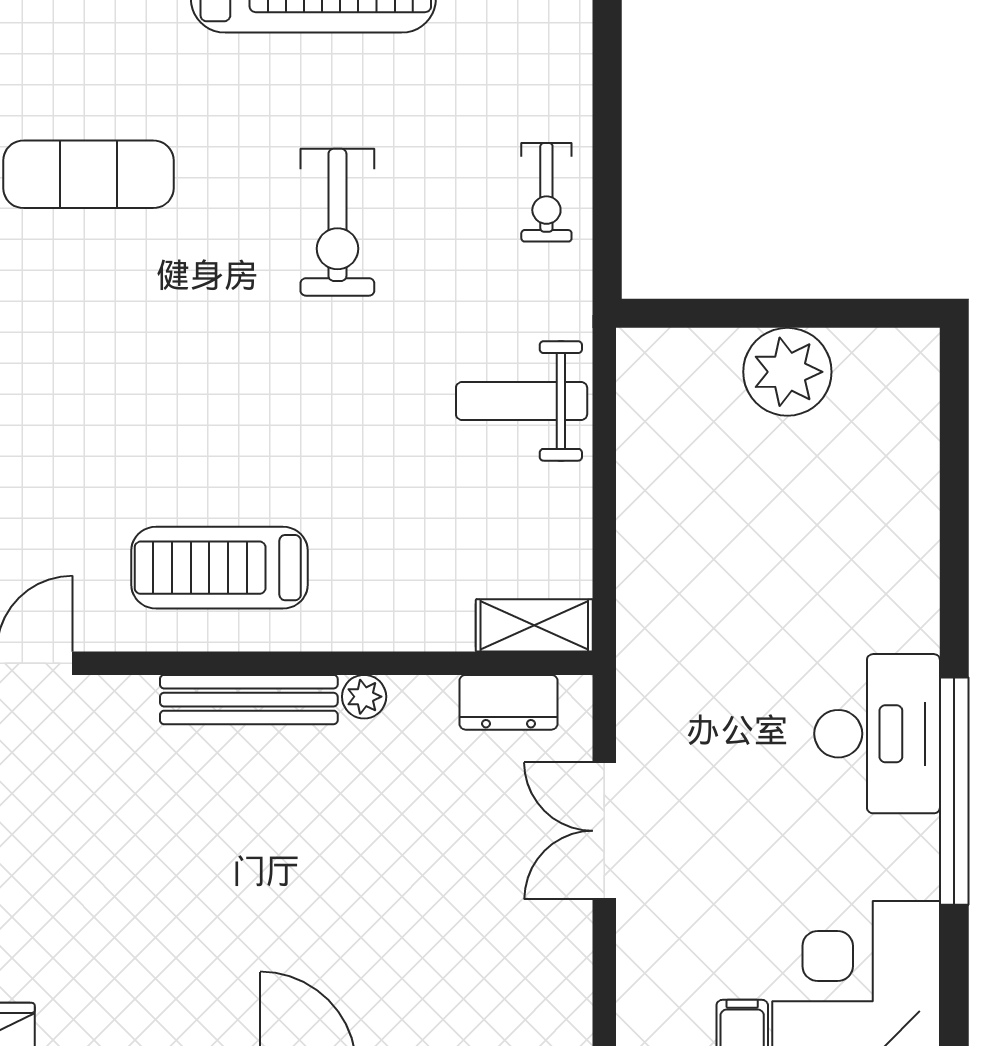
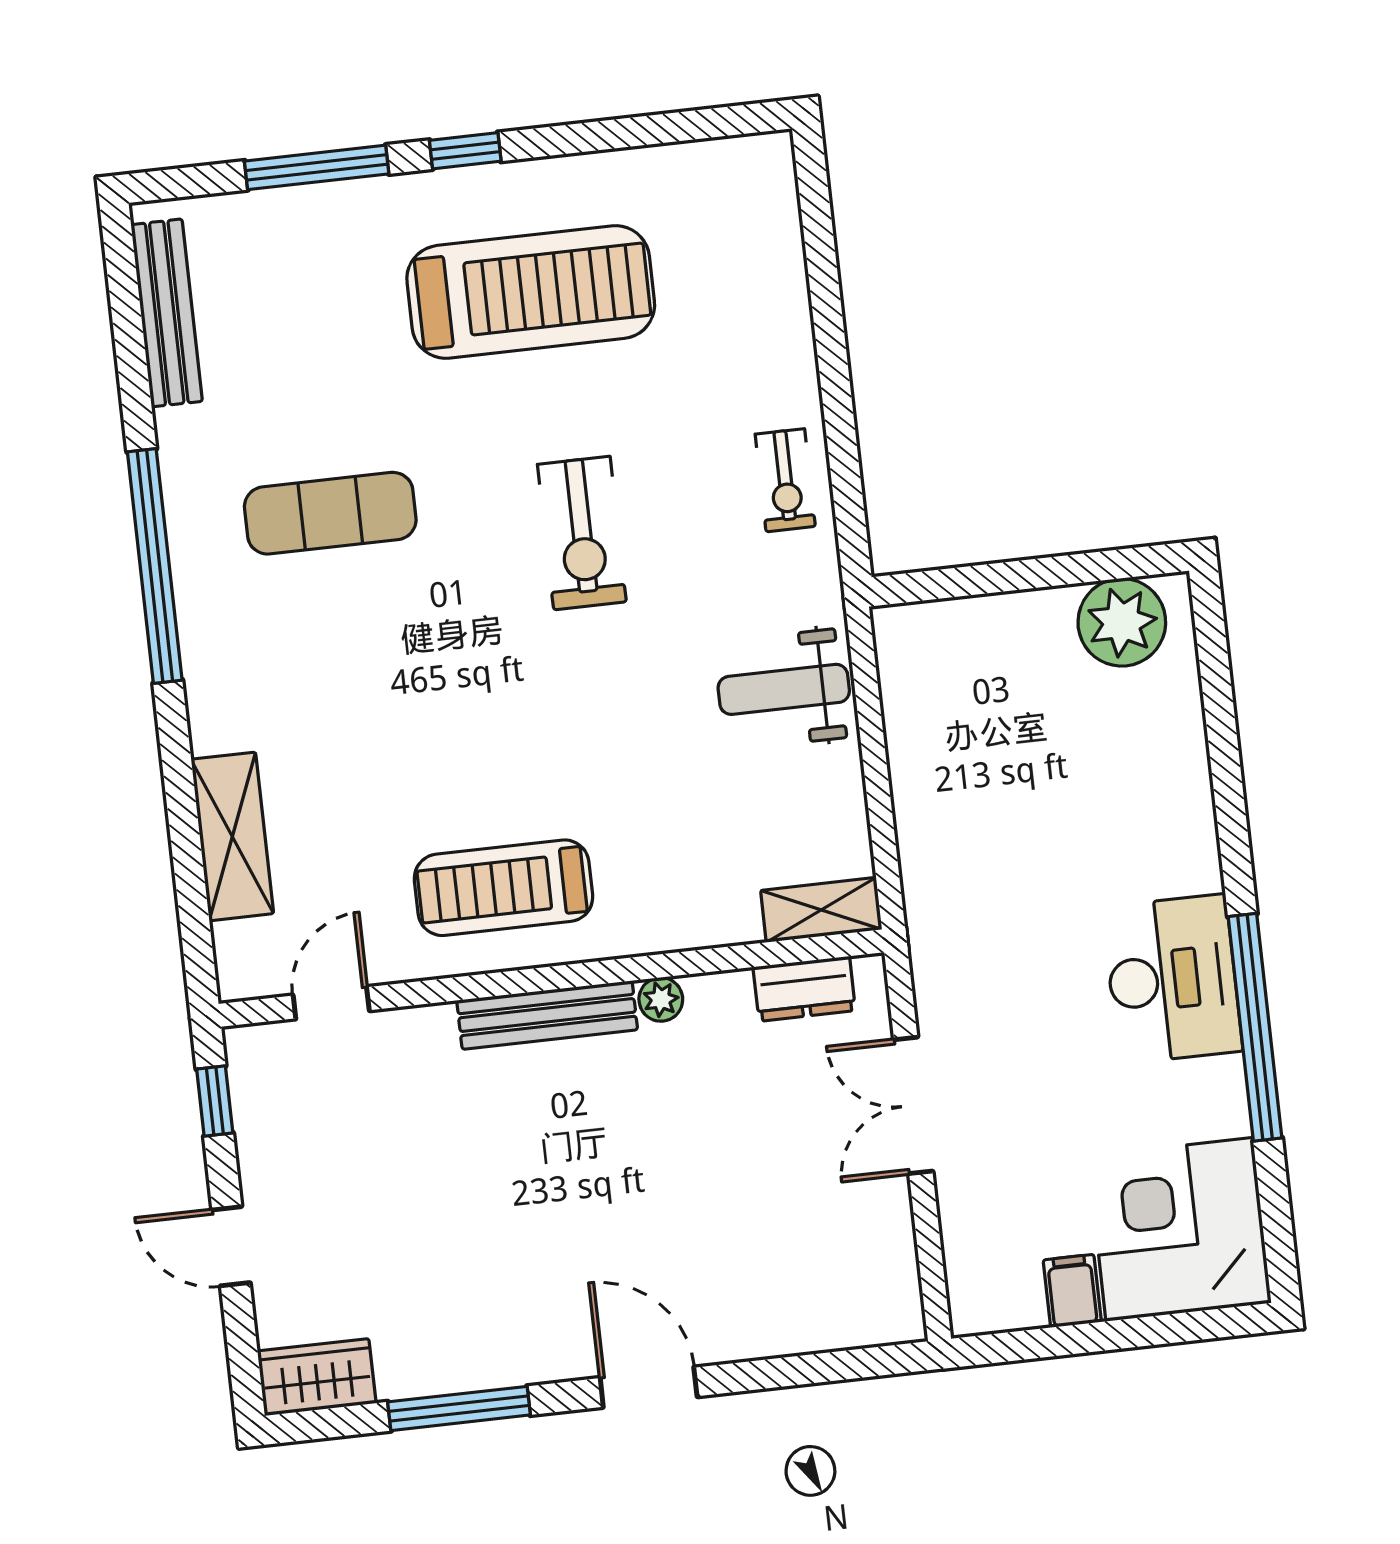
plant: (787, 372) -> (1122, 622), moved

